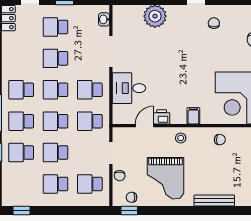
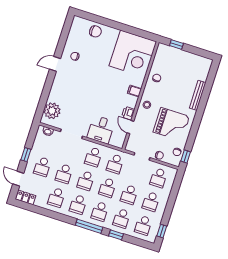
plant: (155, 16) -> (52, 111), moved
school desk: (21, 58) -> (56, 197), added
school desk: (21, 184) -> (143, 225), added

